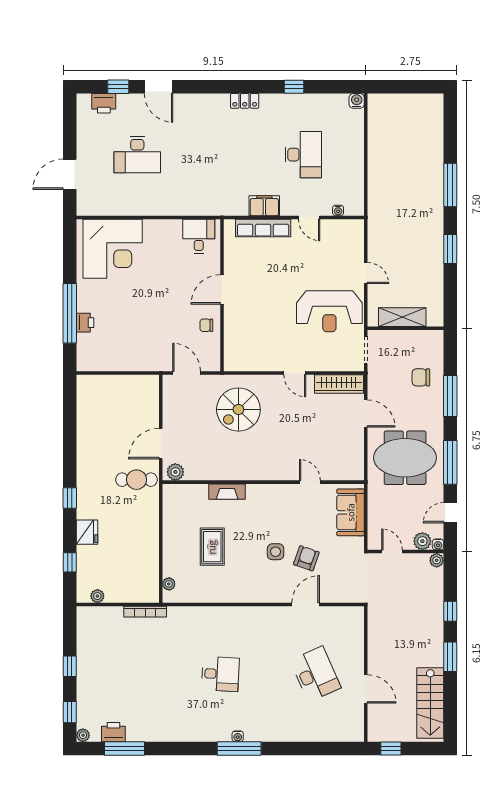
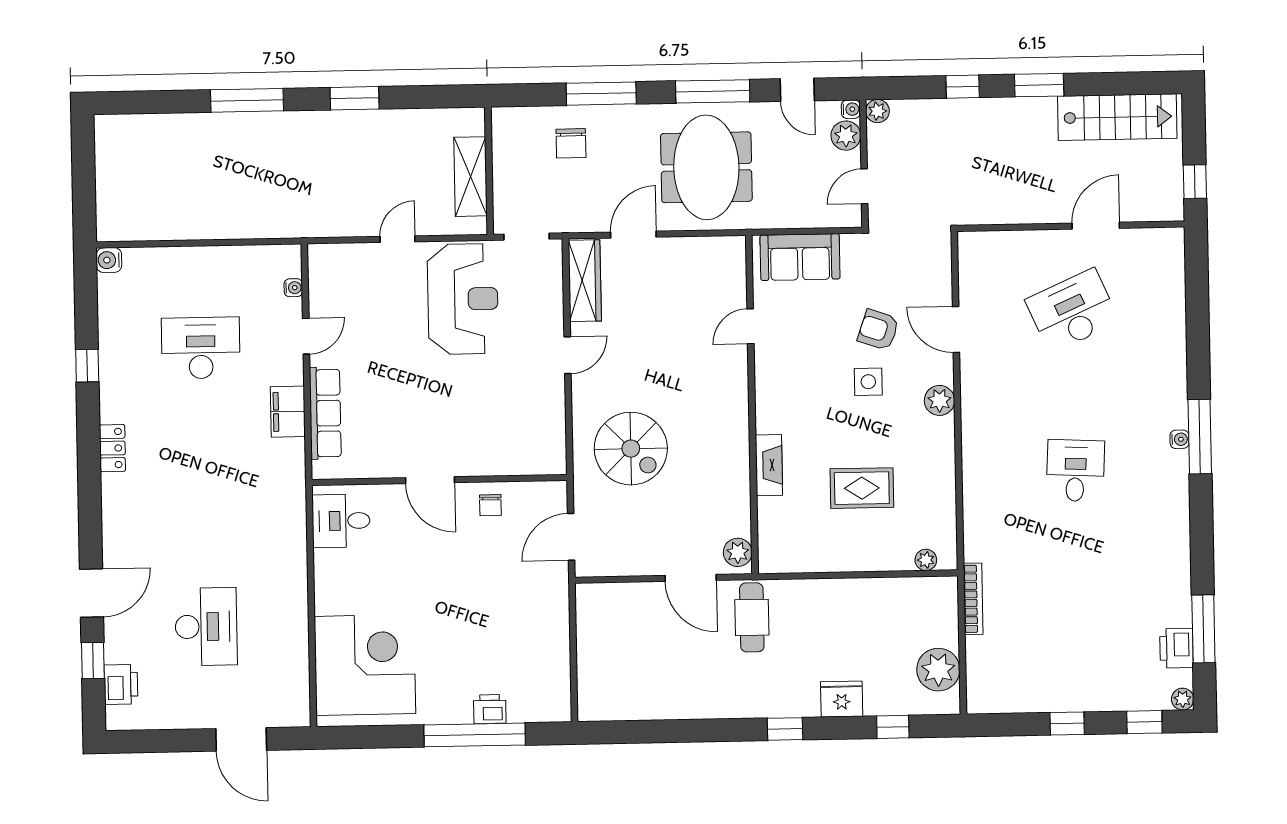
plant: (264, 594) -> (940, 400), added
plant: (97, 596) -> (938, 670), width x1.88, depth x1.88

